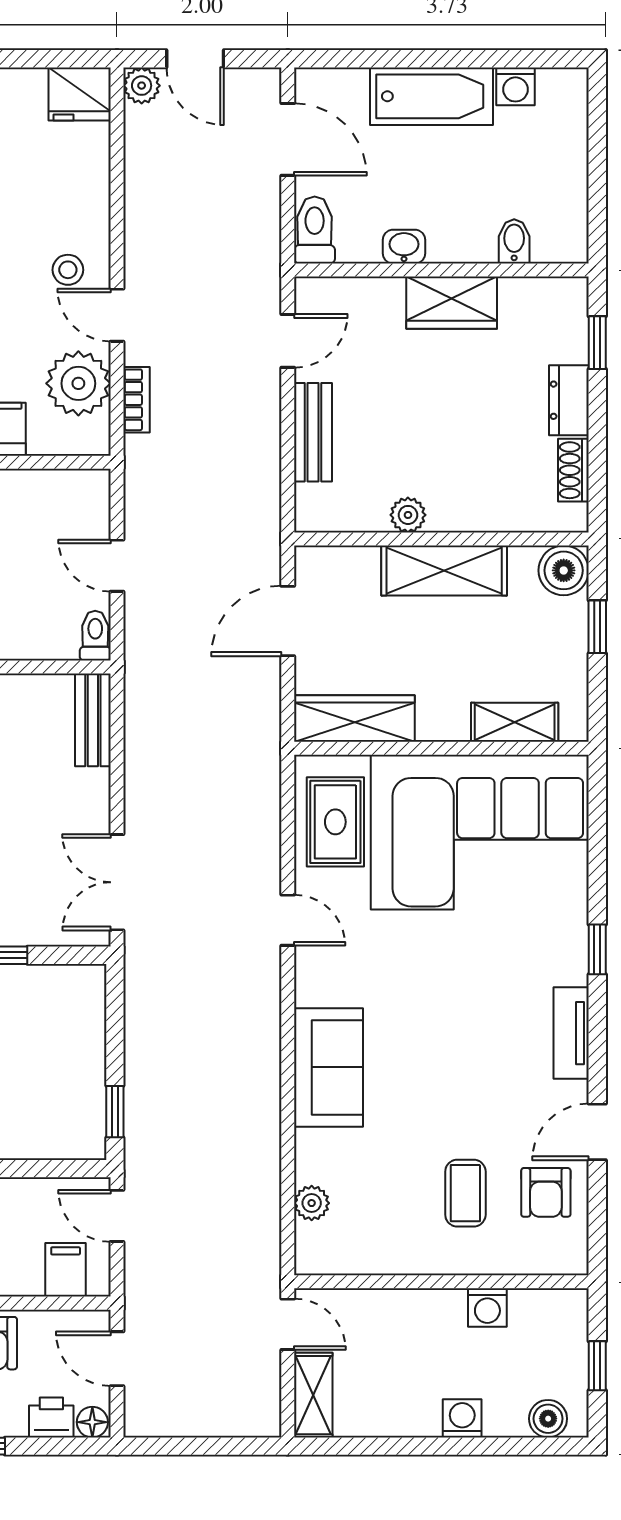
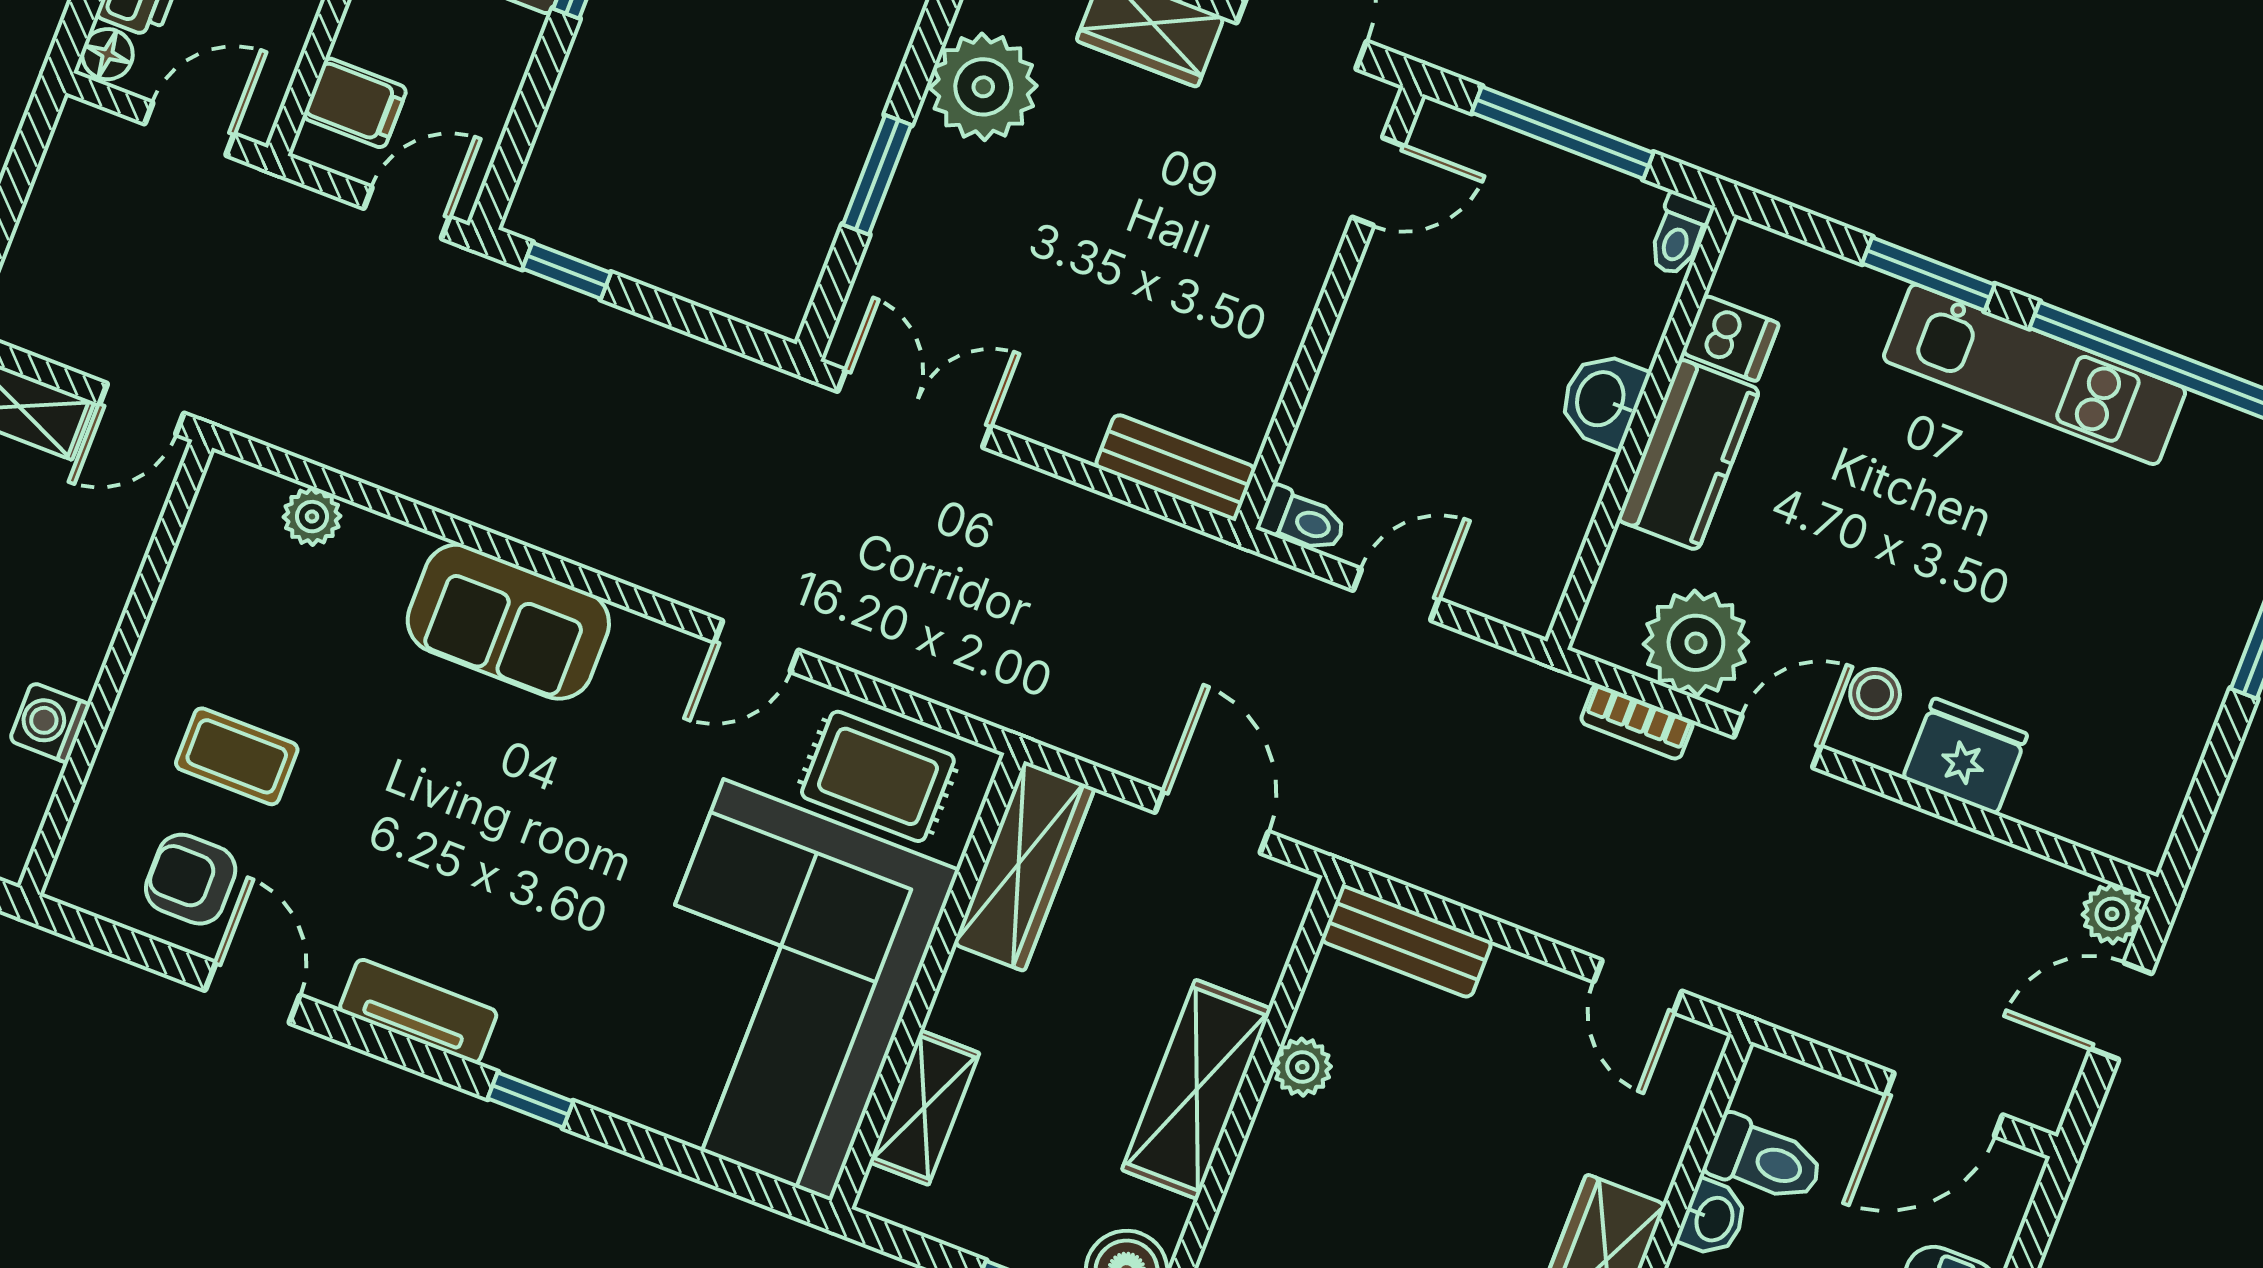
fridge: (80, 94) -> (1965, 756), moved, turned 90
toilet: (315, 230) -> (1764, 1160), moved
bench: (313, 432) -> (1406, 941), moved

